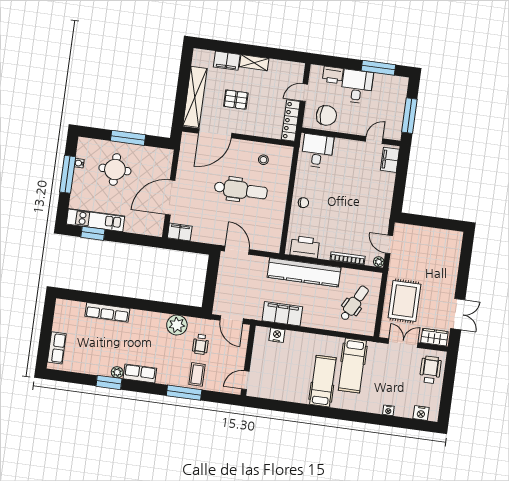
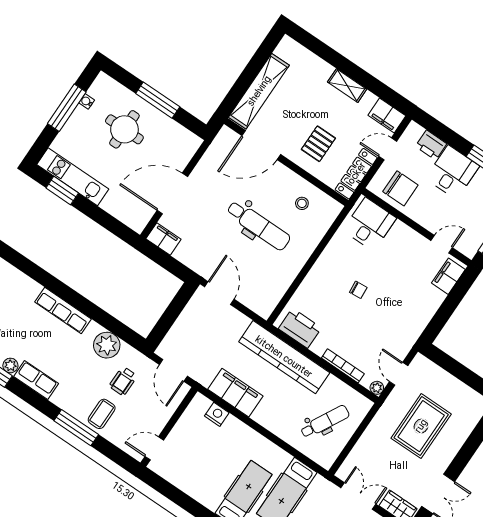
filing cabinet: (227, 61) -> (387, 116), moved
pallet: (236, 100) -> (318, 144), moved, turned 90
chair: (303, 203) -> (358, 290), moved
rug: (404, 301) -> (421, 426), moved
row of seats: (107, 312) -> (63, 311), moved

